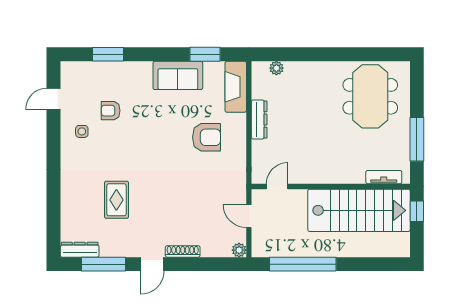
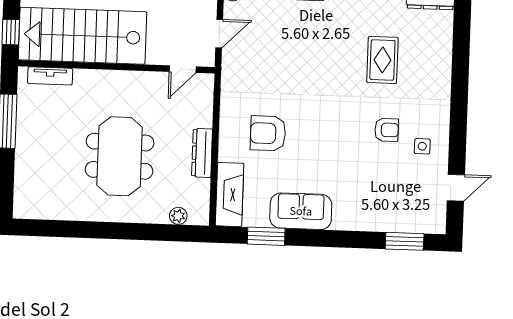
window: (108, 54) -> (405, 241), moved
meeting table: (370, 96) -> (120, 156), moved
armchair: (111, 111) -> (387, 130), moved
door: (249, 216) -> (219, 34), hinge flipped

